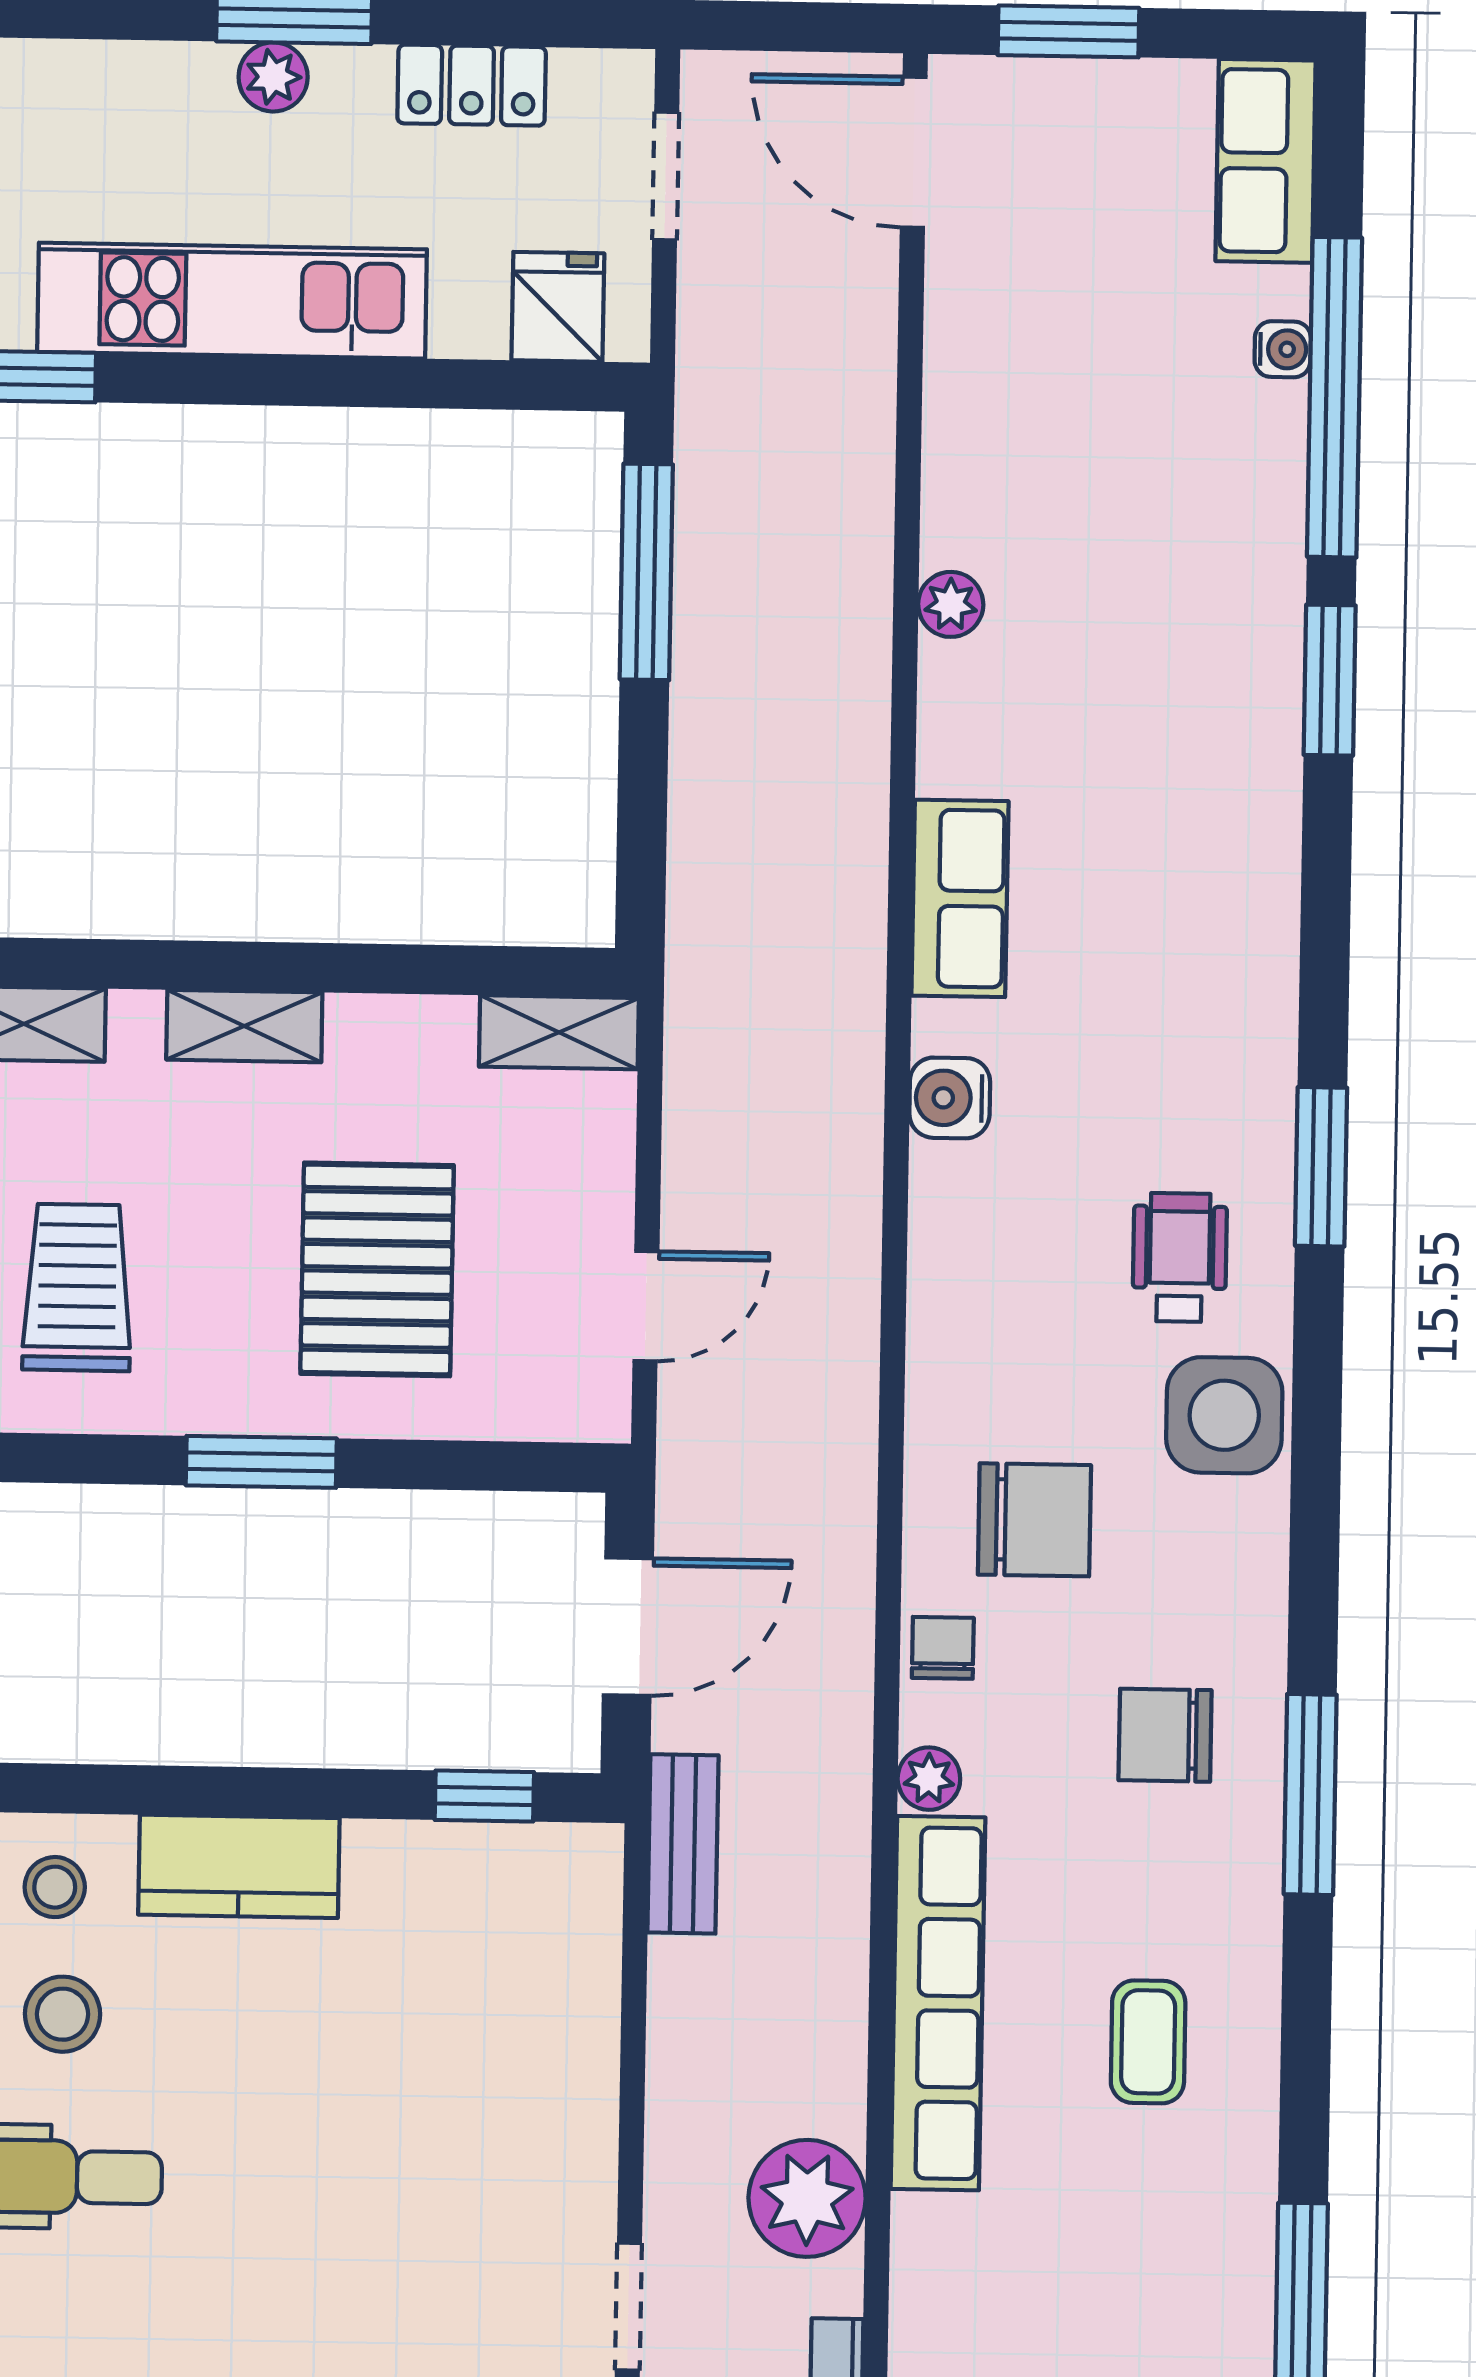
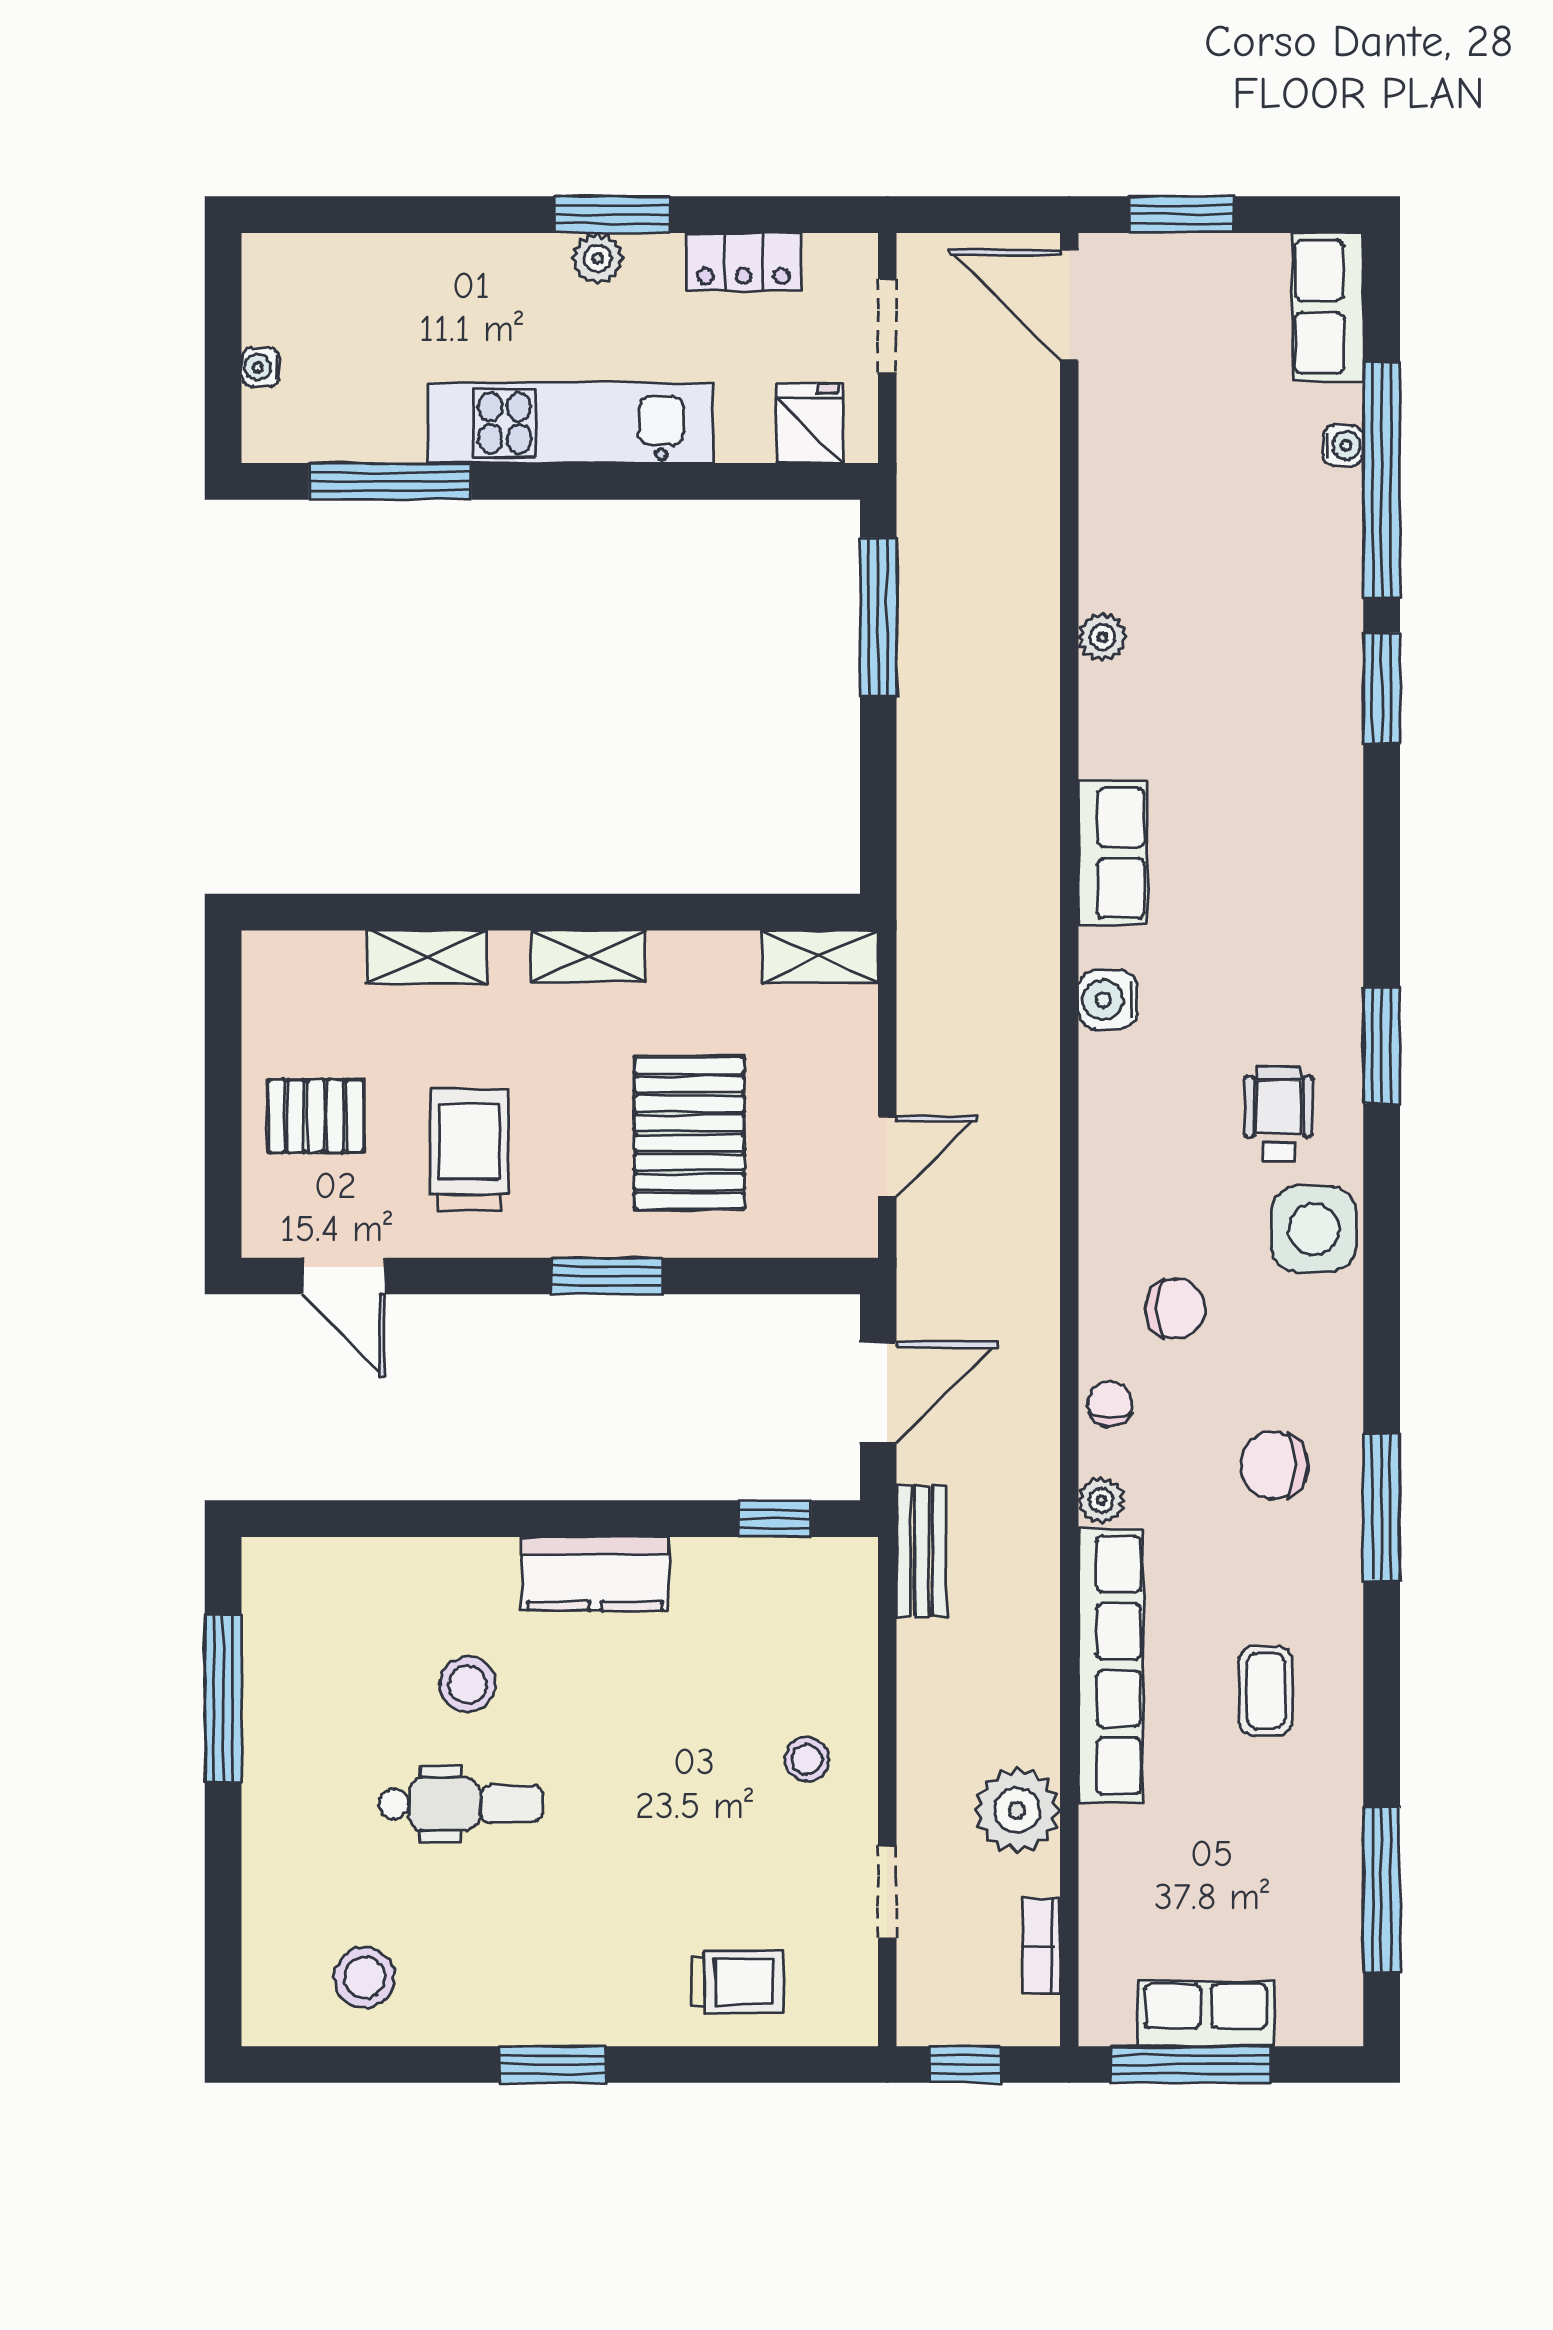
chair: (1034, 1520) -> (1176, 1309), width x0.73, depth x0.73
stool: (55, 1887) -> (807, 1759), moved

